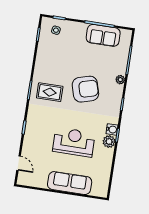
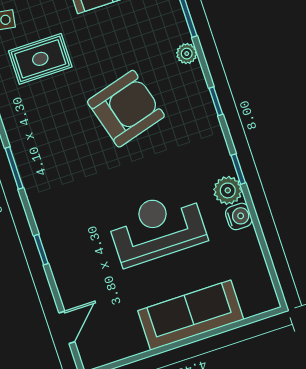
rug: (50, 92) -> (40, 59), moved
water cooler: (112, 129) -> (239, 216), moved
door: (19, 163) -> (67, 327), hinge flipped

